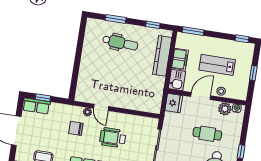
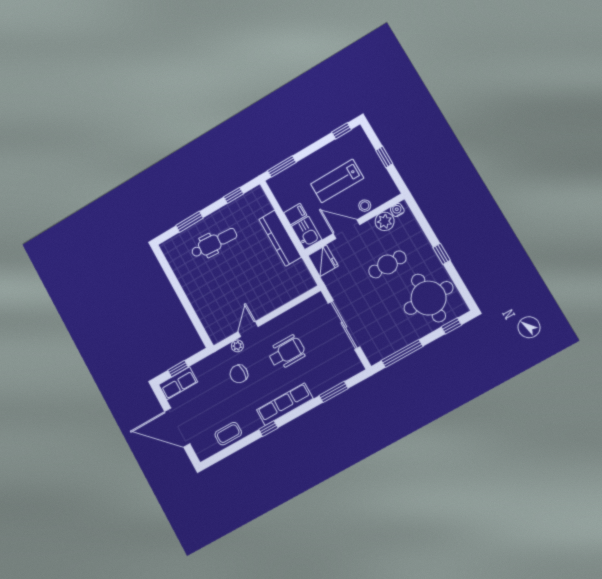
kitchen counter: (162, 56) -> (280, 238), moved
filing cabinet: (180, 59) -> (295, 214), width x0.50
door: (201, 96) -> (347, 229), hinge flipped
door: (101, 107) -> (248, 329), swing flipped
wheelchair: (113, 138) -> (287, 352), turned 180

